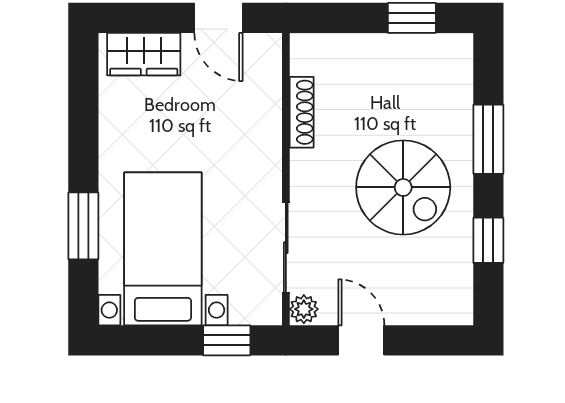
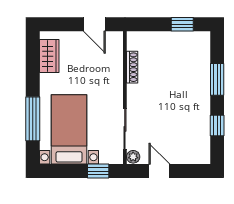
wardrobe: (144, 54) -> (49, 56), moved, turned -90
spiral stairs: (403, 187) -> (178, 101), removed
window: (83, 226) -> (33, 119), width x1.44

